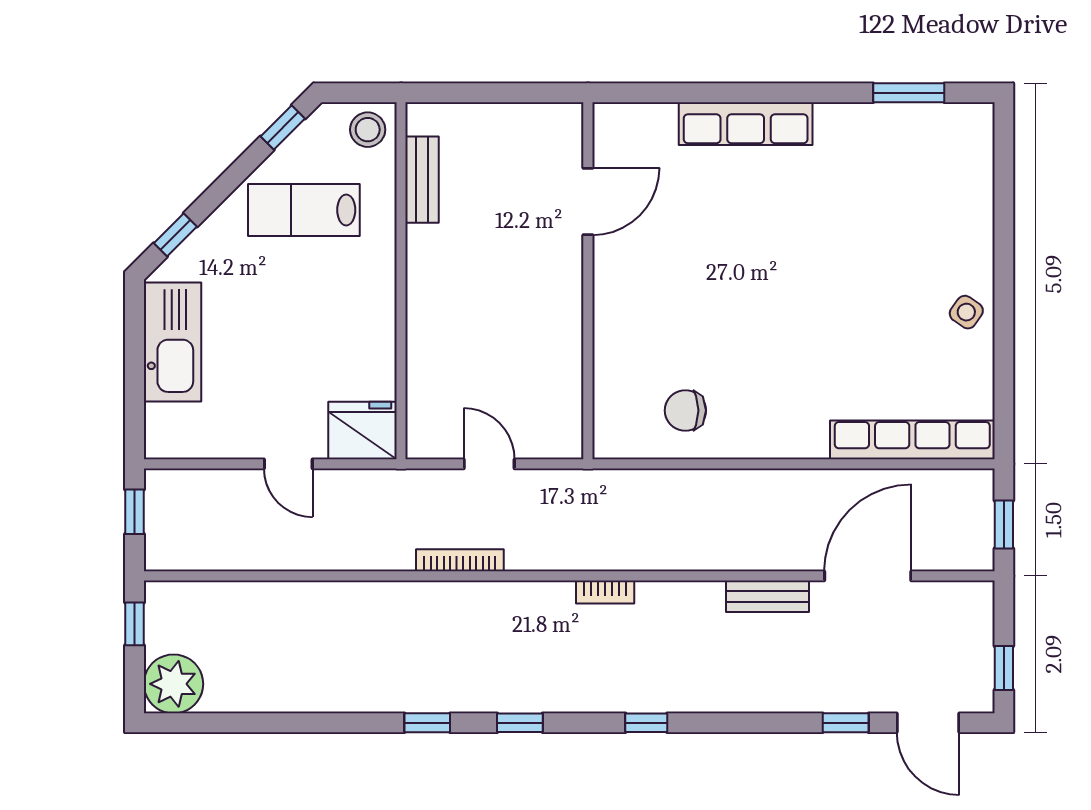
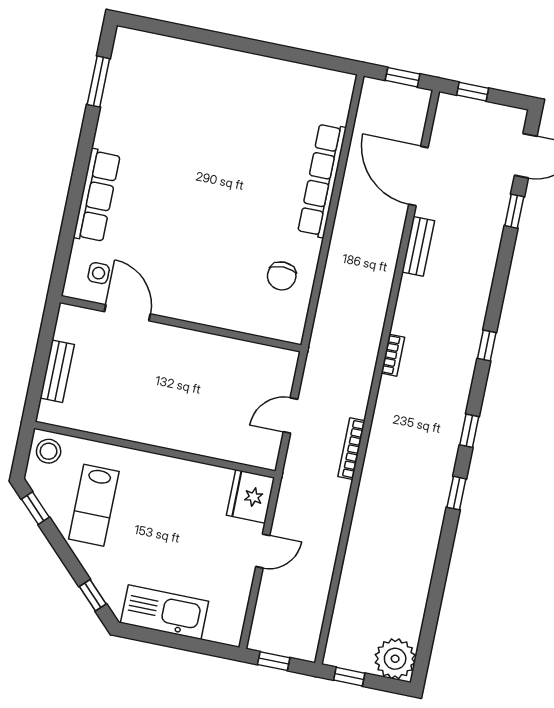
bench: (422, 180) -> (57, 371), moved, turned 90
side table: (966, 312) -> (99, 273), moved, turned -35
row of seats: (912, 440) -> (322, 180), moved
window: (1004, 668) -> (473, 92), moved

